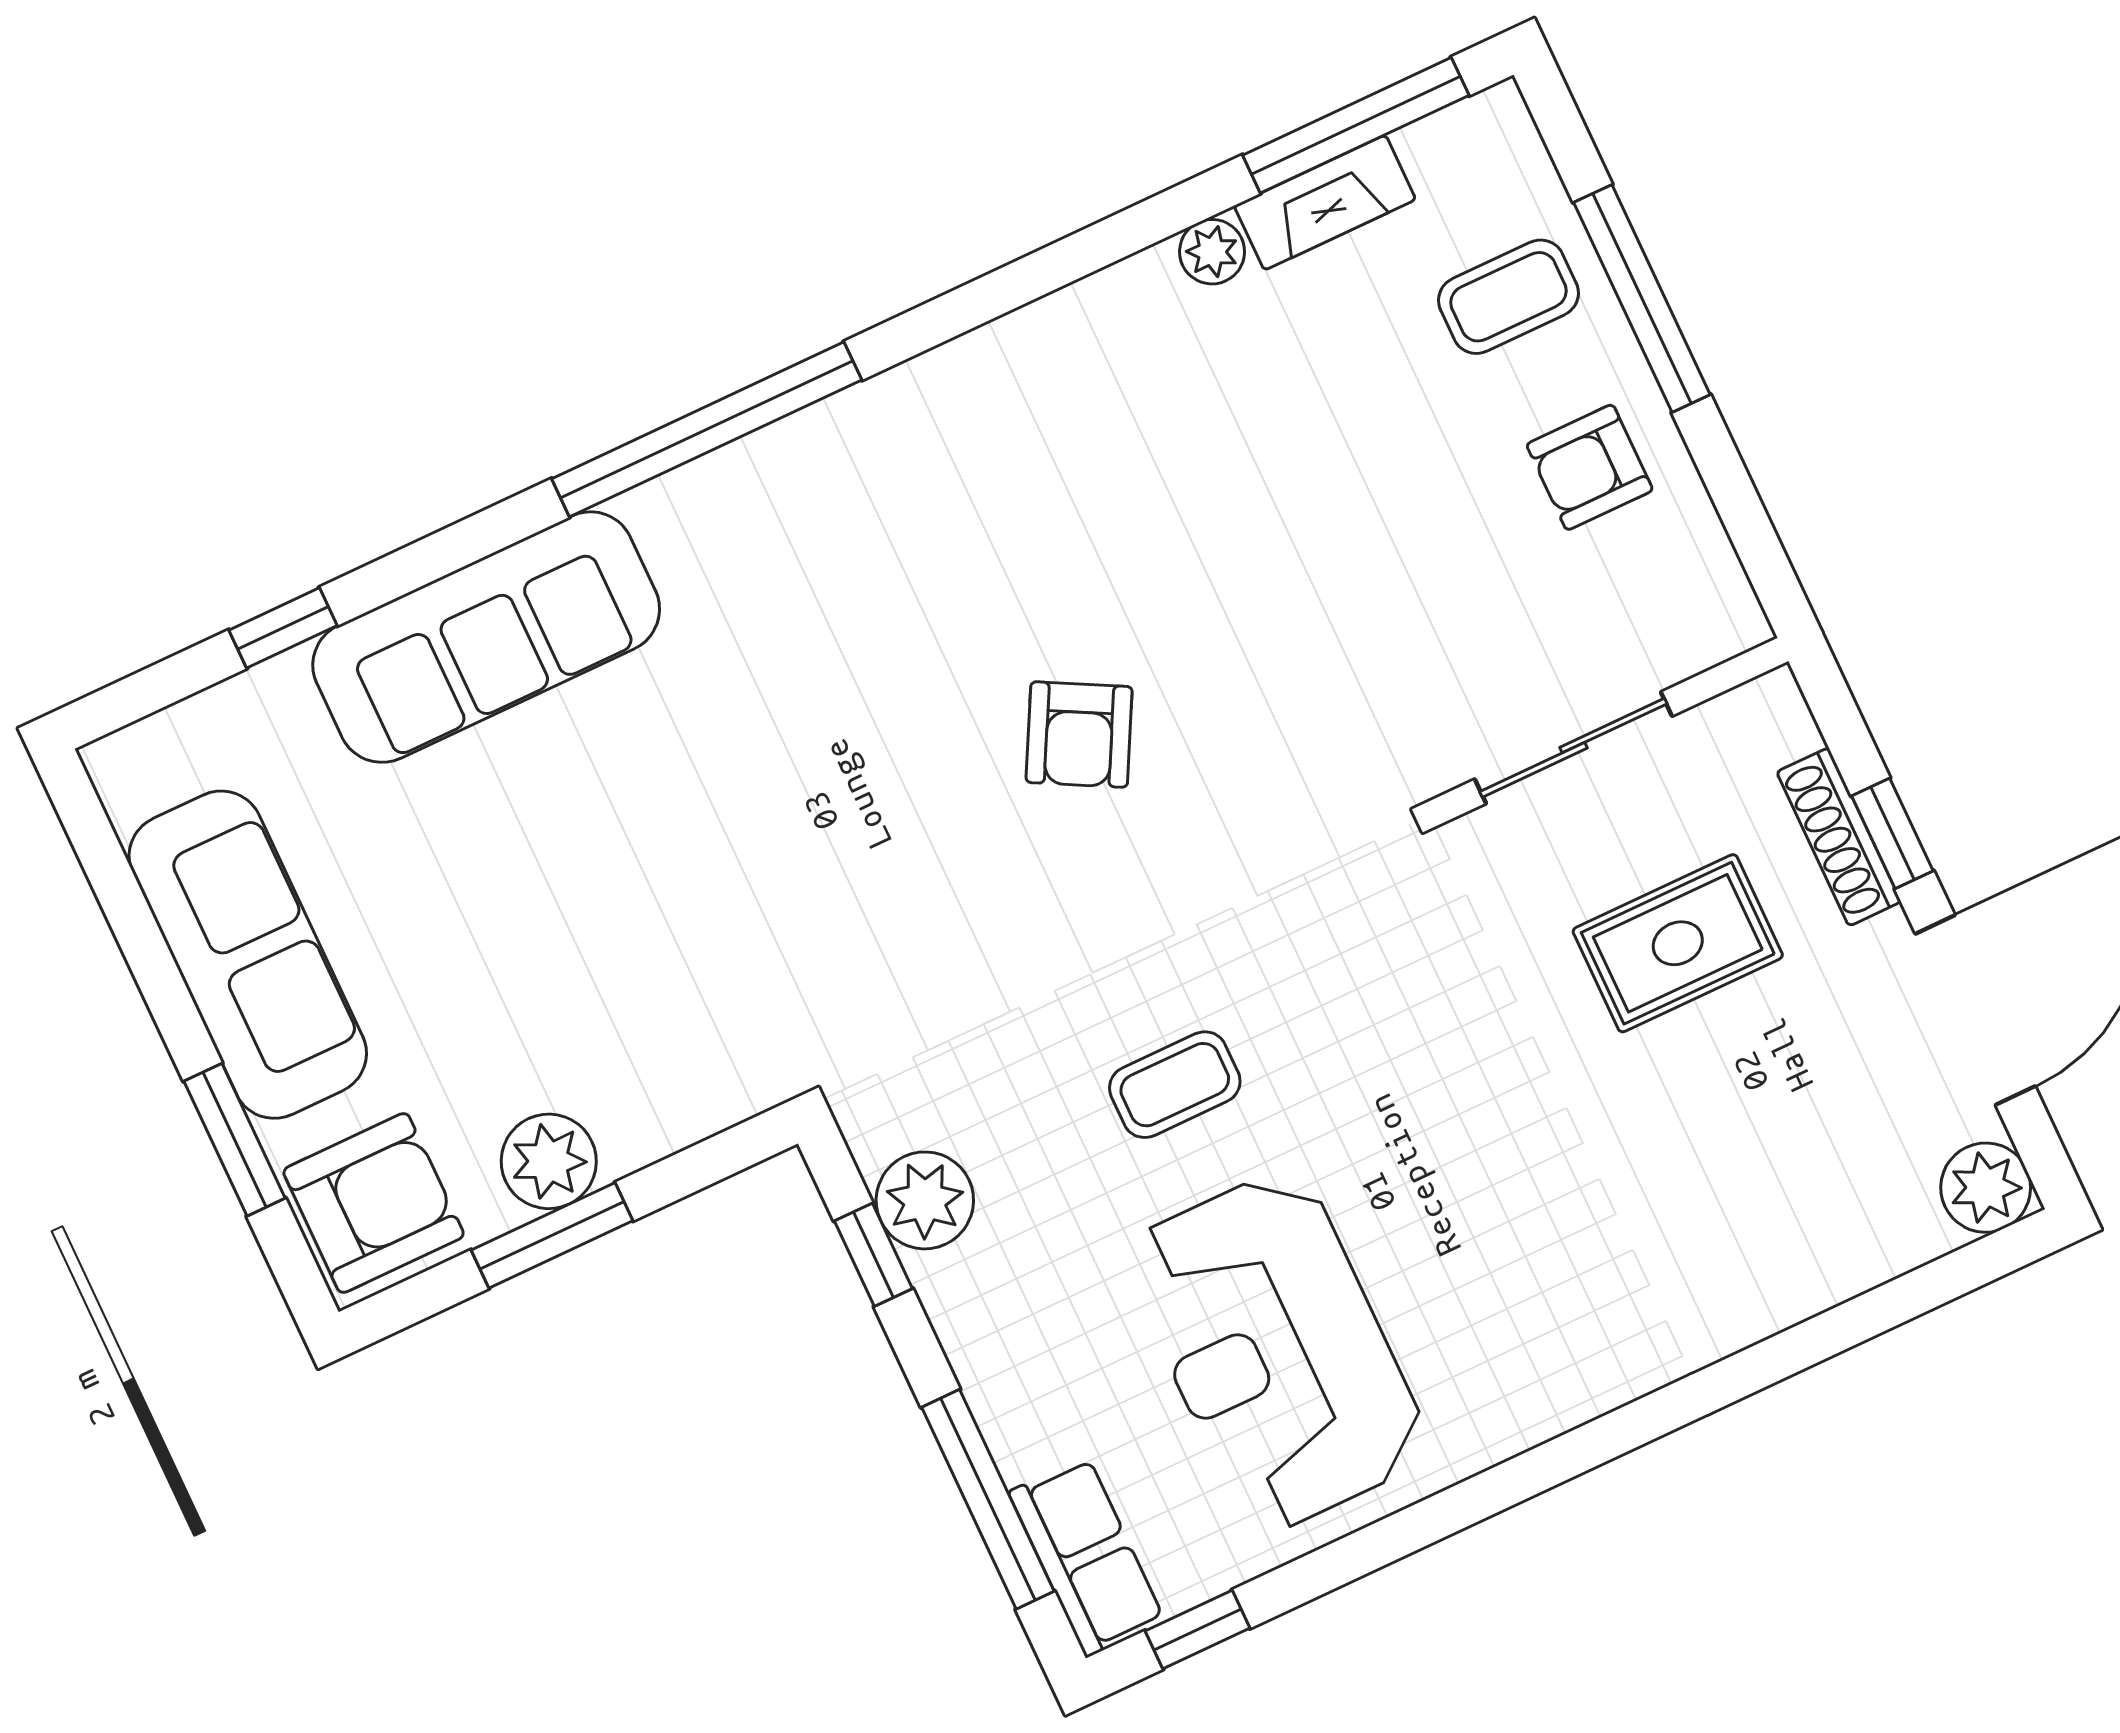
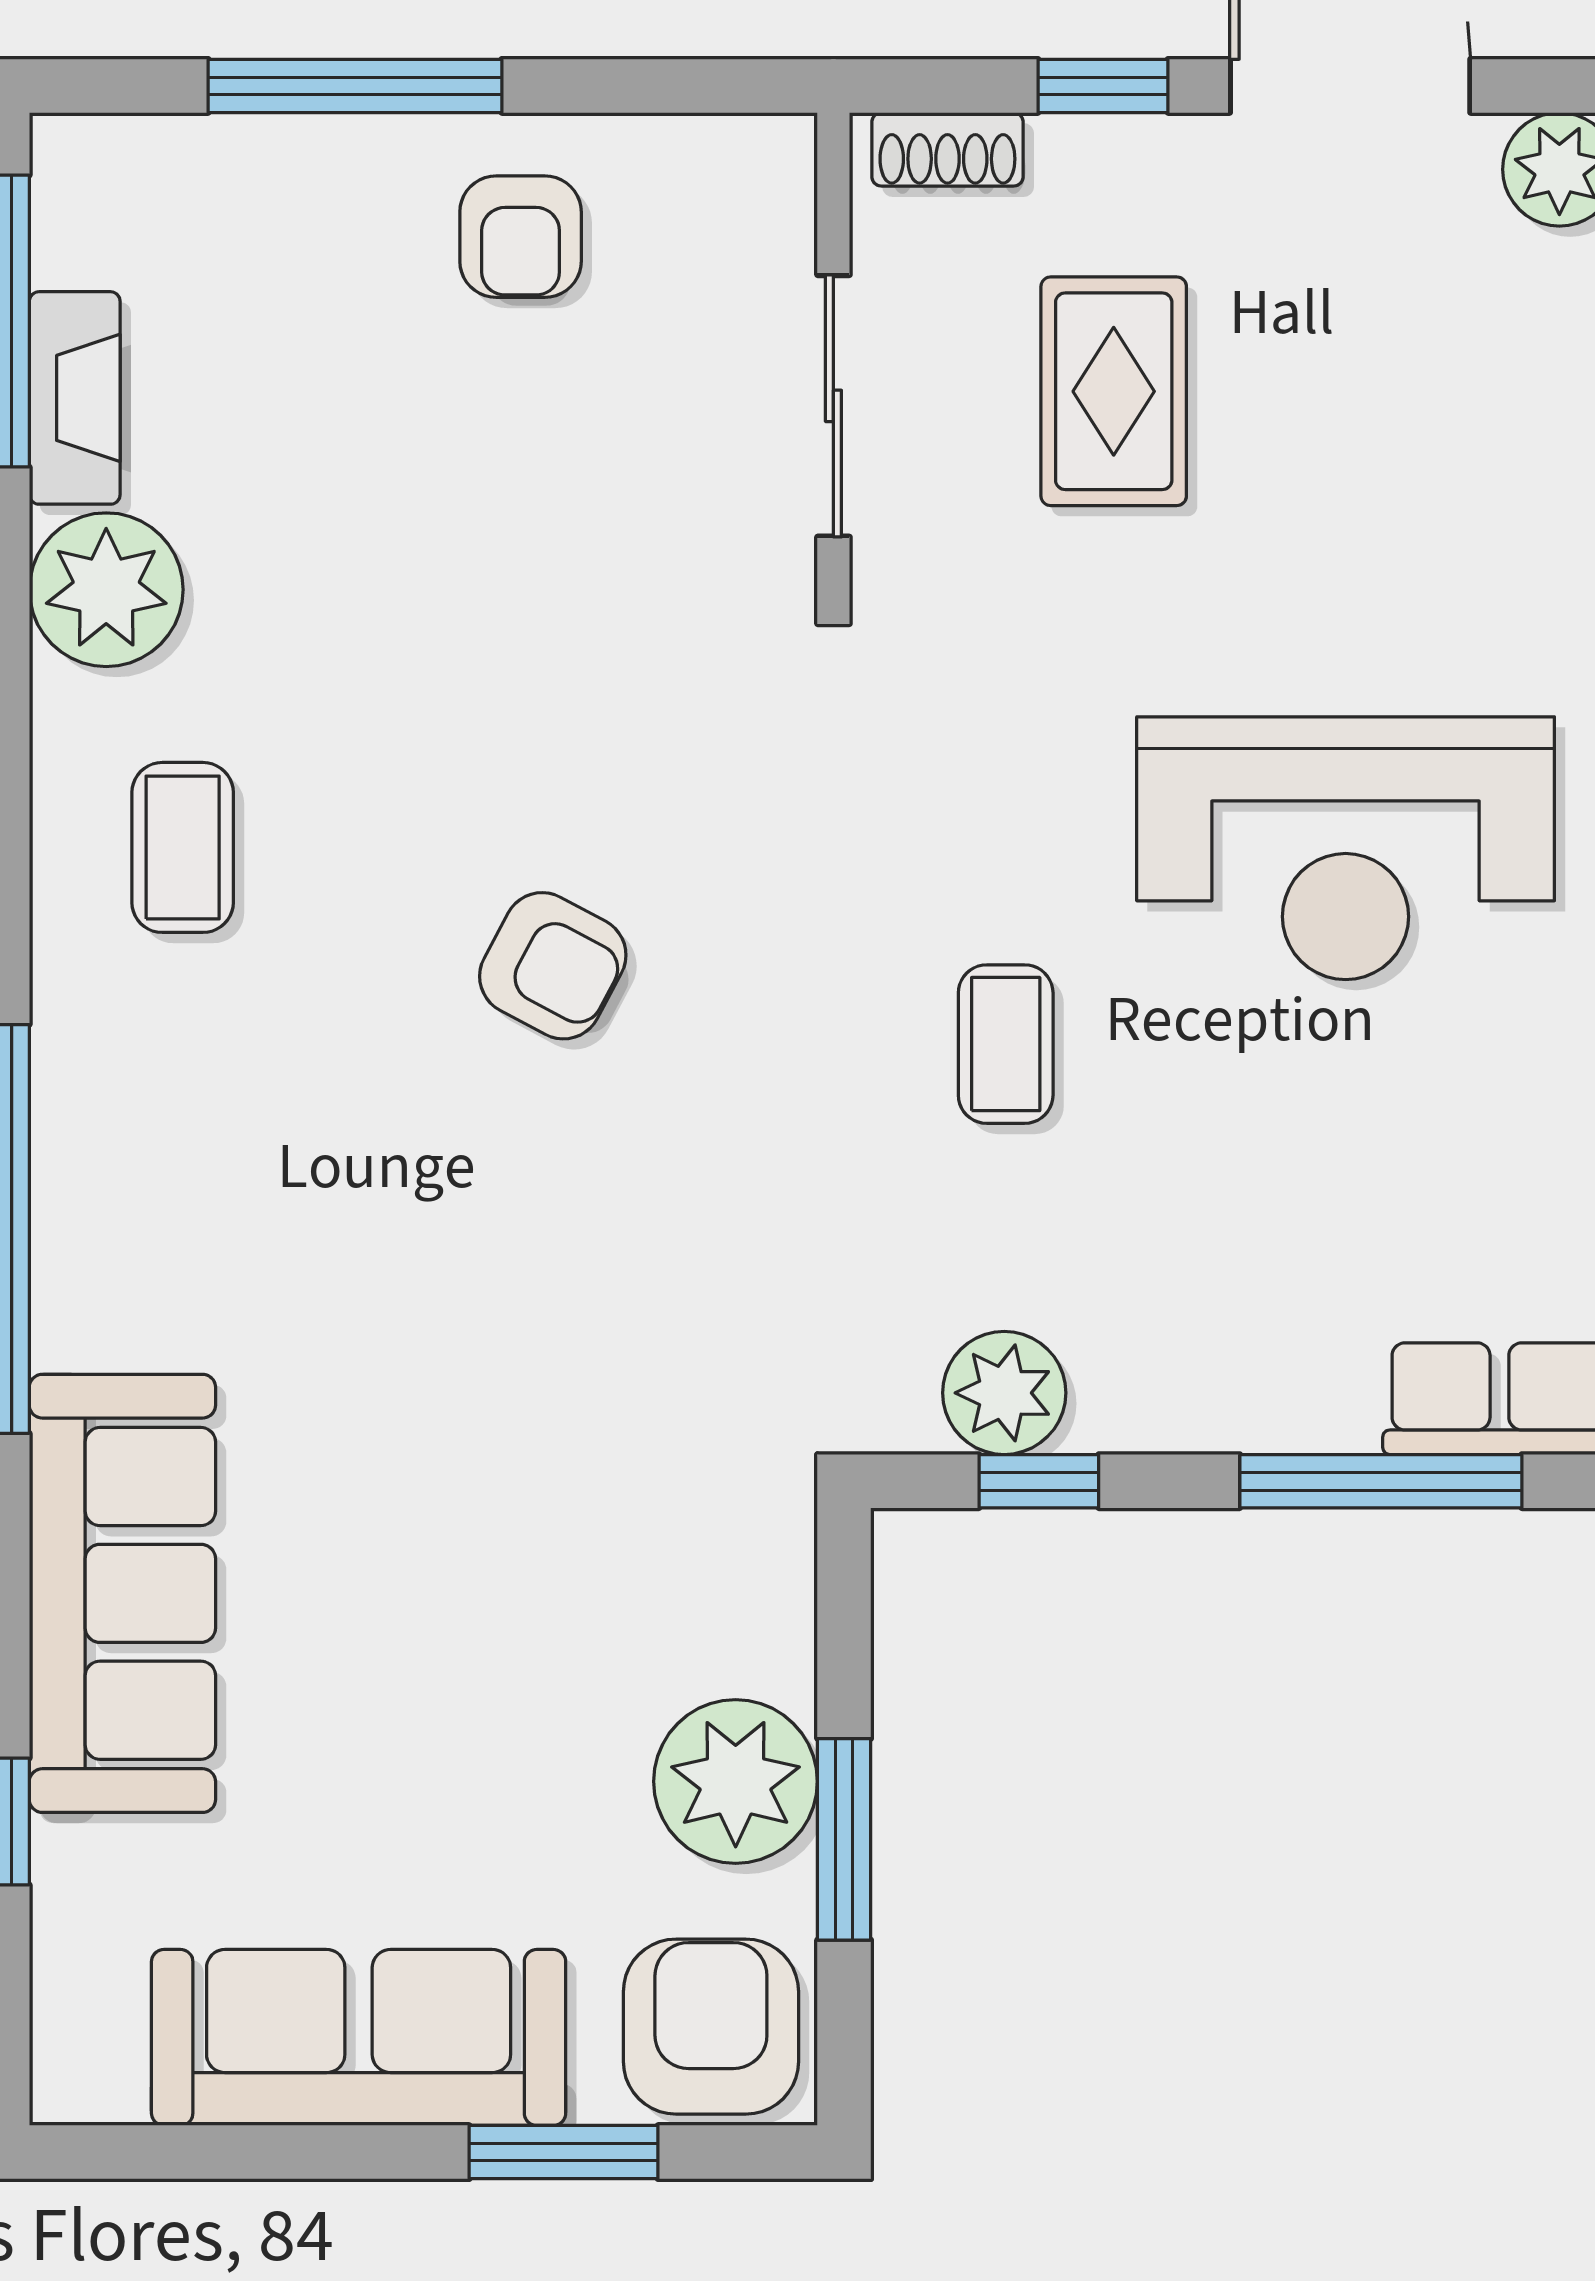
plant: (1212, 252) -> (106, 590), width x1.88, depth x1.88
coffee table: (1508, 297) -> (183, 847), moved
shoe rack: (1839, 837) -> (947, 149), moved, width x0.70
plant: (549, 1161) -> (736, 1781), width x1.36, depth x1.36
reception desk: (1276, 1351) -> (1346, 848), moved

